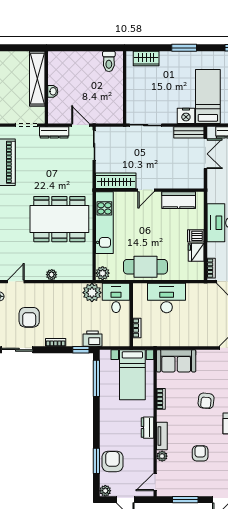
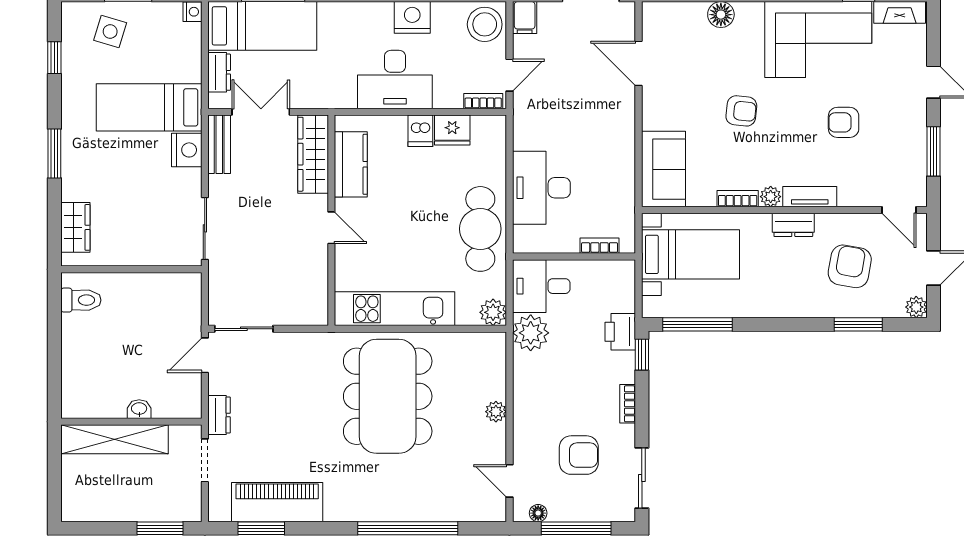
dresser: (54, 132) -> (219, 415), width x0.70
wardrobe: (116, 181) -> (313, 154), moved
plant: (162, 456) -> (771, 197), moved
armchair: (112, 461) -> (850, 266), moved, turned 100

